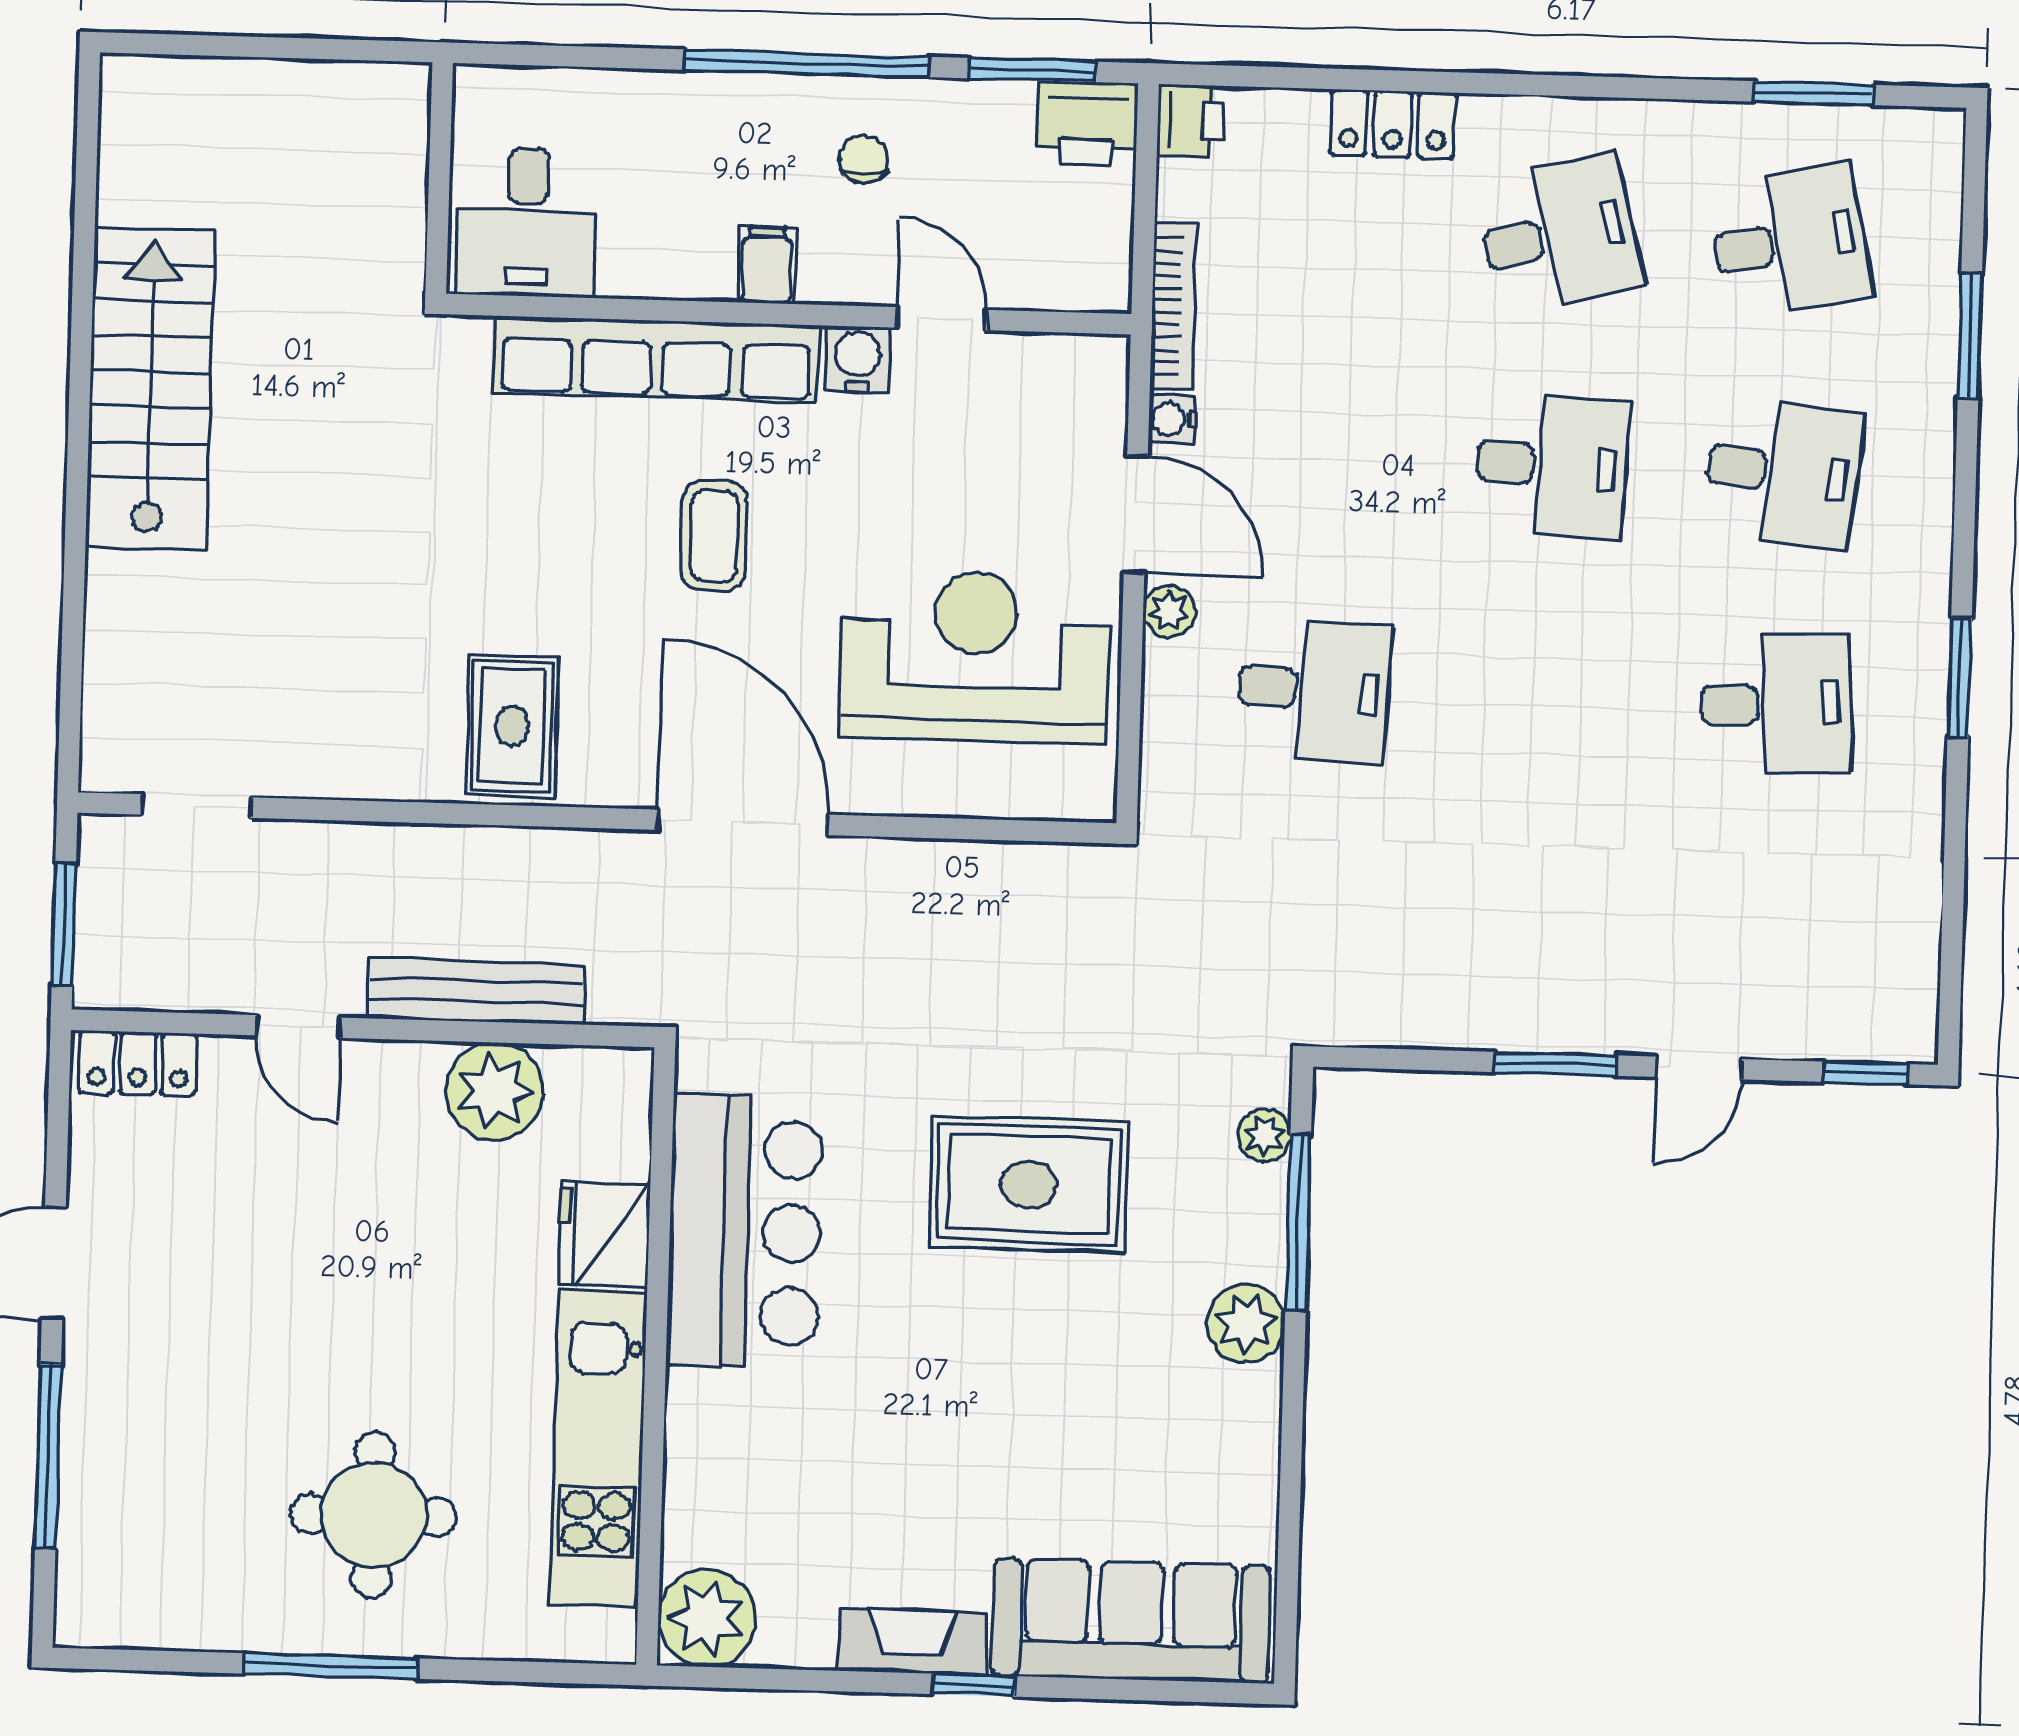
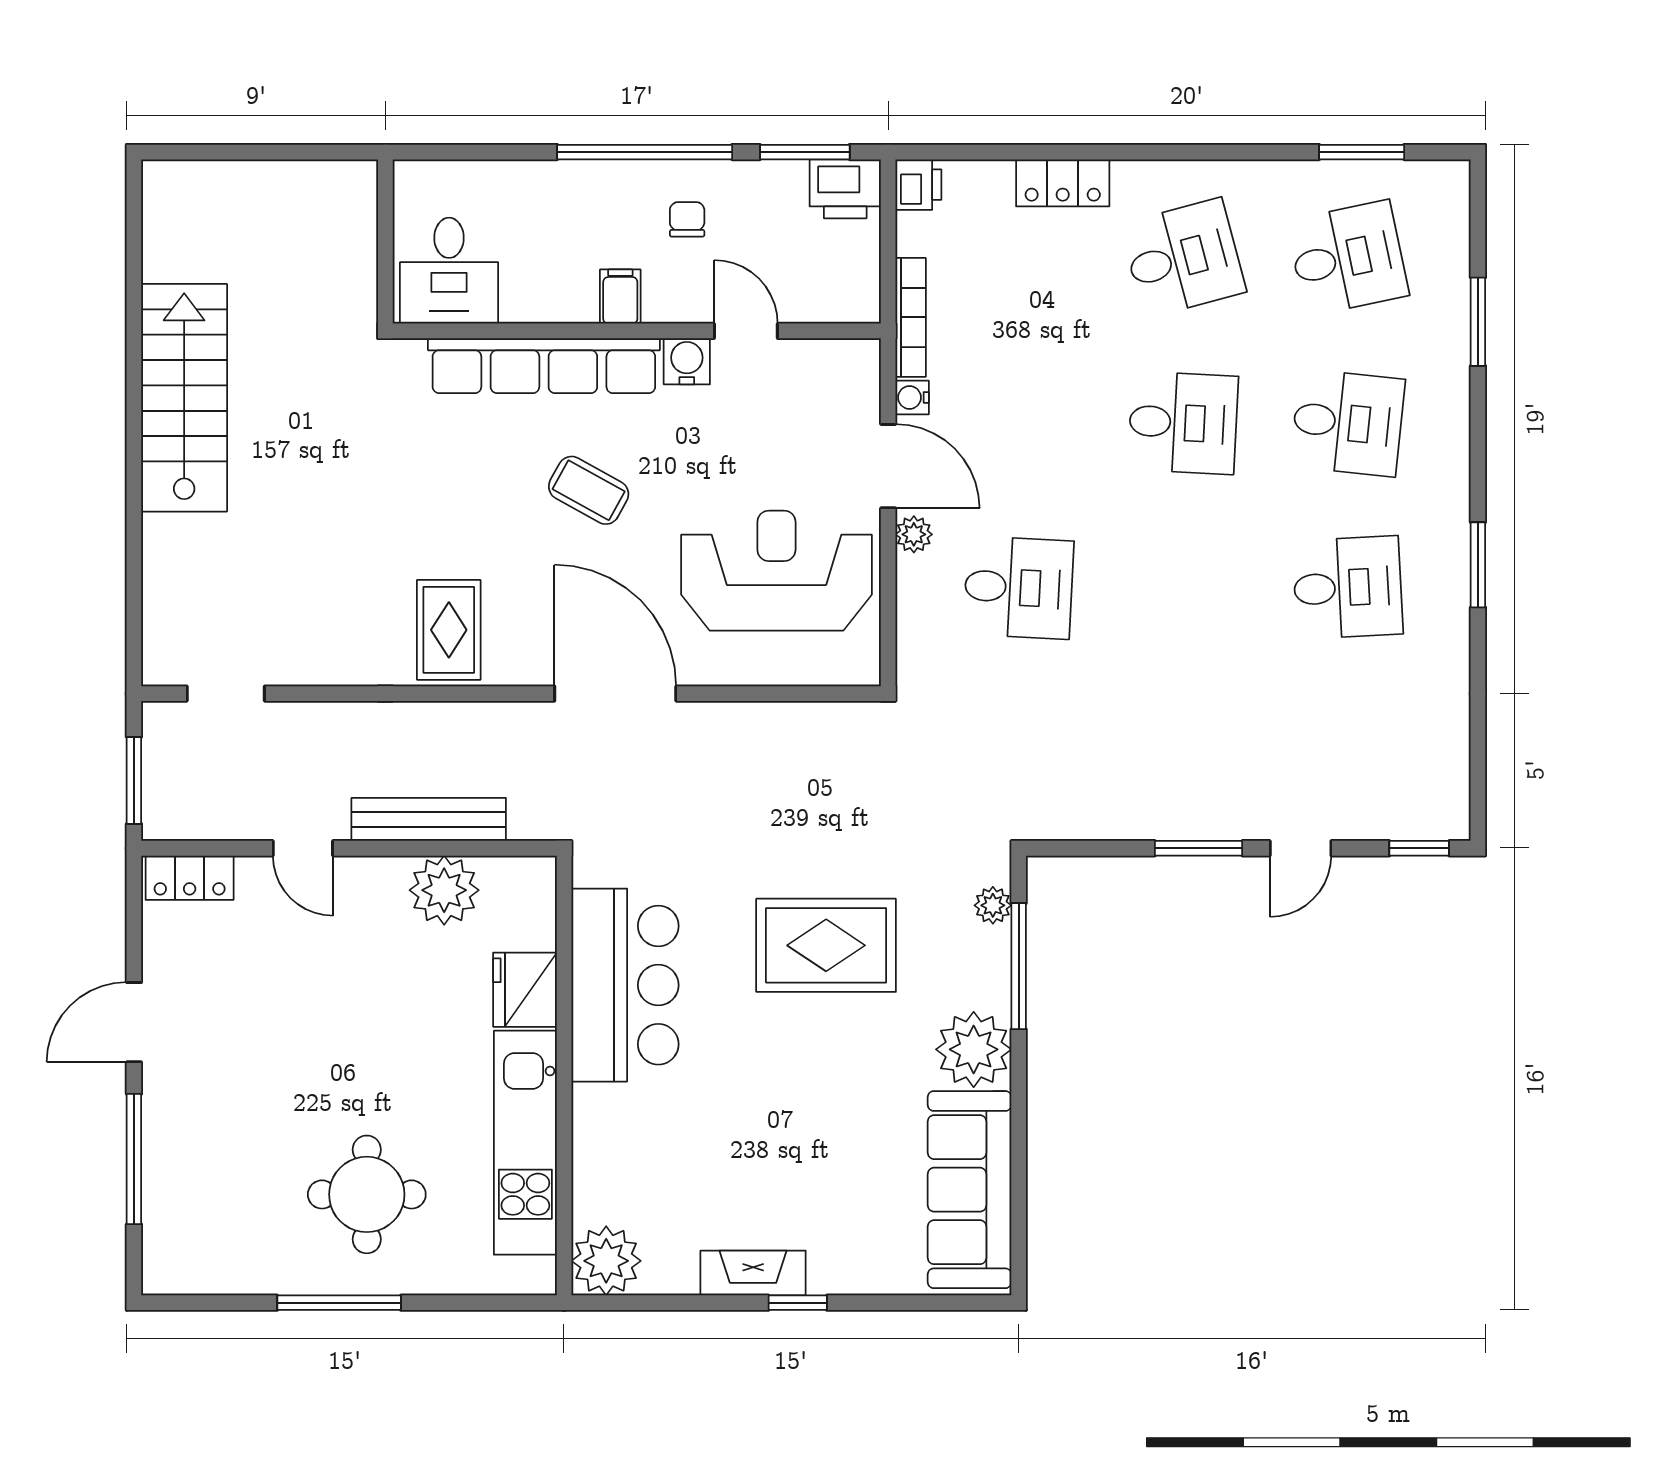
coffee table: (714, 536) -> (589, 490), turned -61
plant: (1246, 1323) -> (974, 1049), width x1.36, depth x1.36
sofa: (1131, 1621) -> (970, 1190), moved, turned -90

